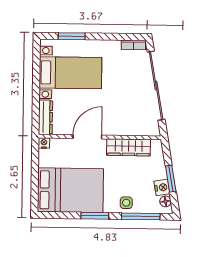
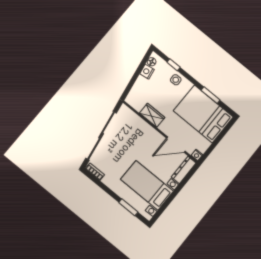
door: (87, 137) -> (176, 145), moved
wardrobe: (129, 147) -> (152, 115), width x0.67
window: (171, 179) -> (138, 73), removed
window: (95, 216) -> (211, 95), moved
window: (141, 216) -> (174, 65), width x0.46

